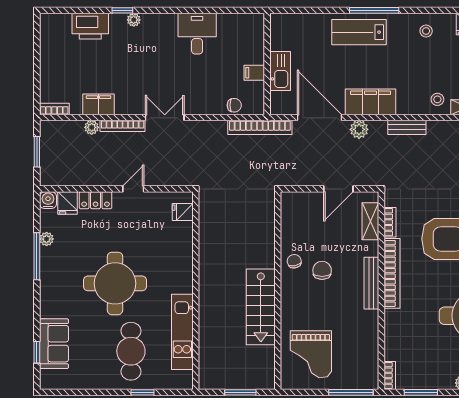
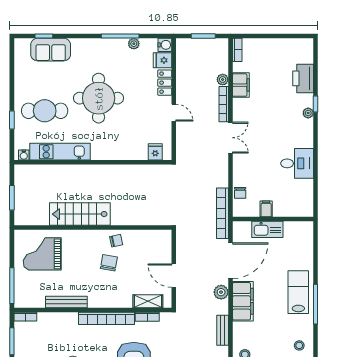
chair: (322, 270) -> (109, 263), turned -80
bench: (371, 283) -> (66, 302), moved
water cooler: (187, 378) -> (24, 155), added

